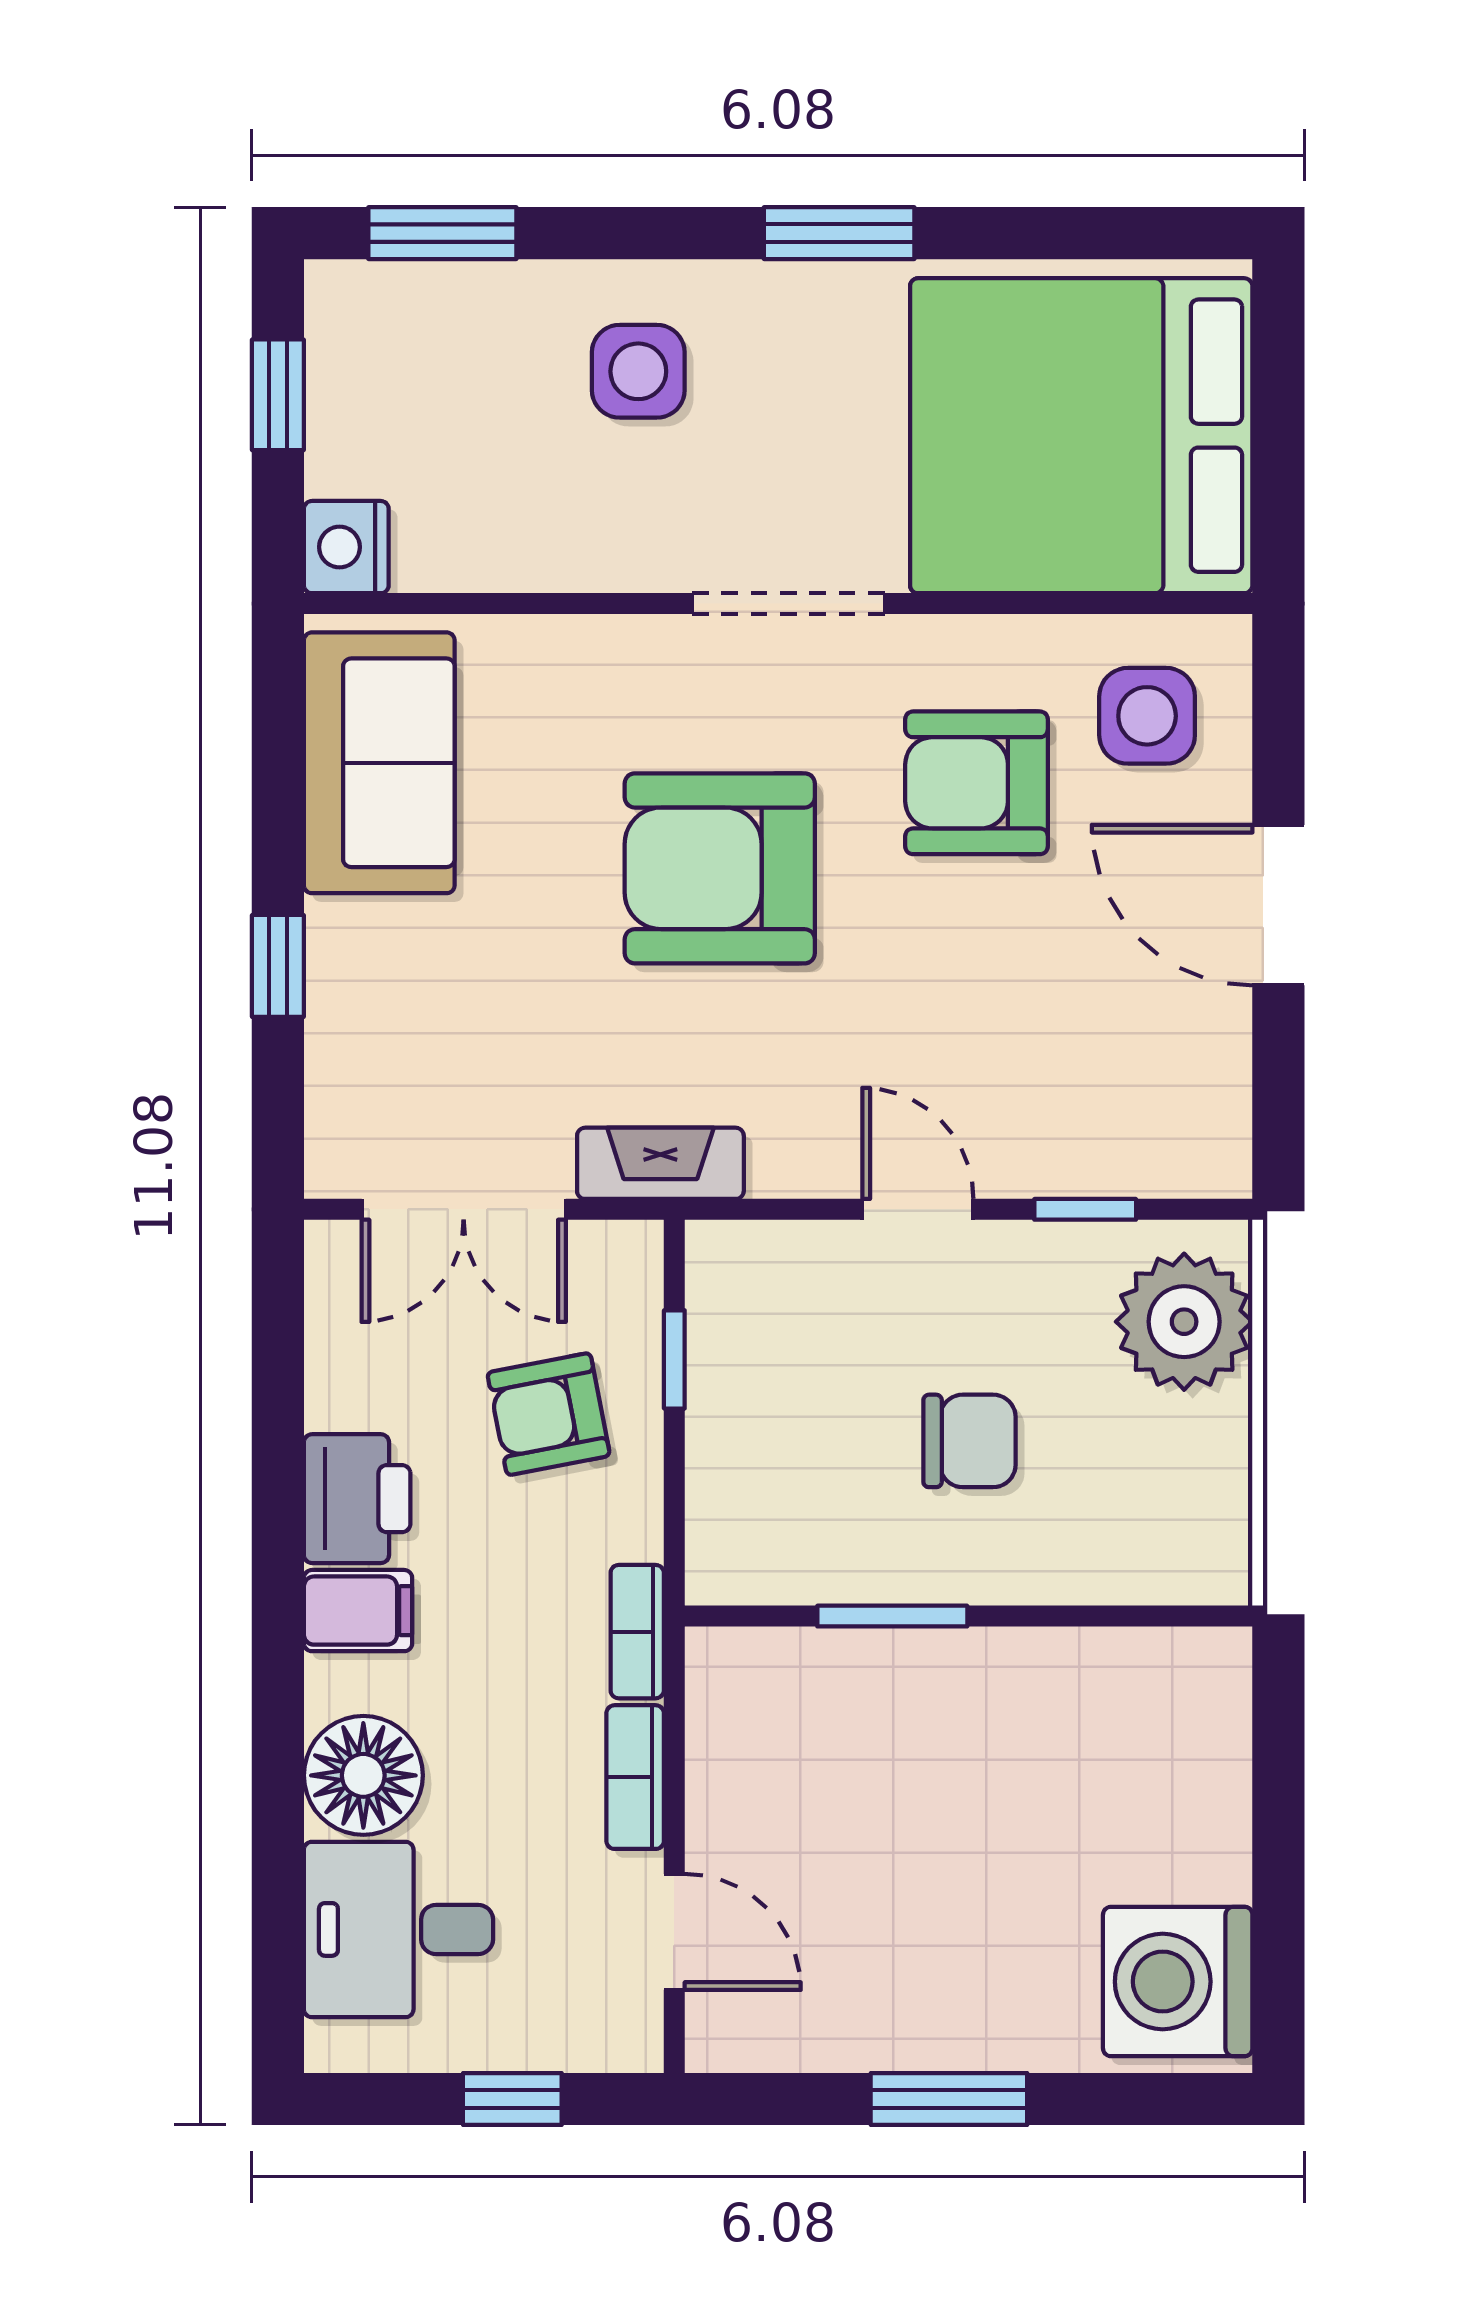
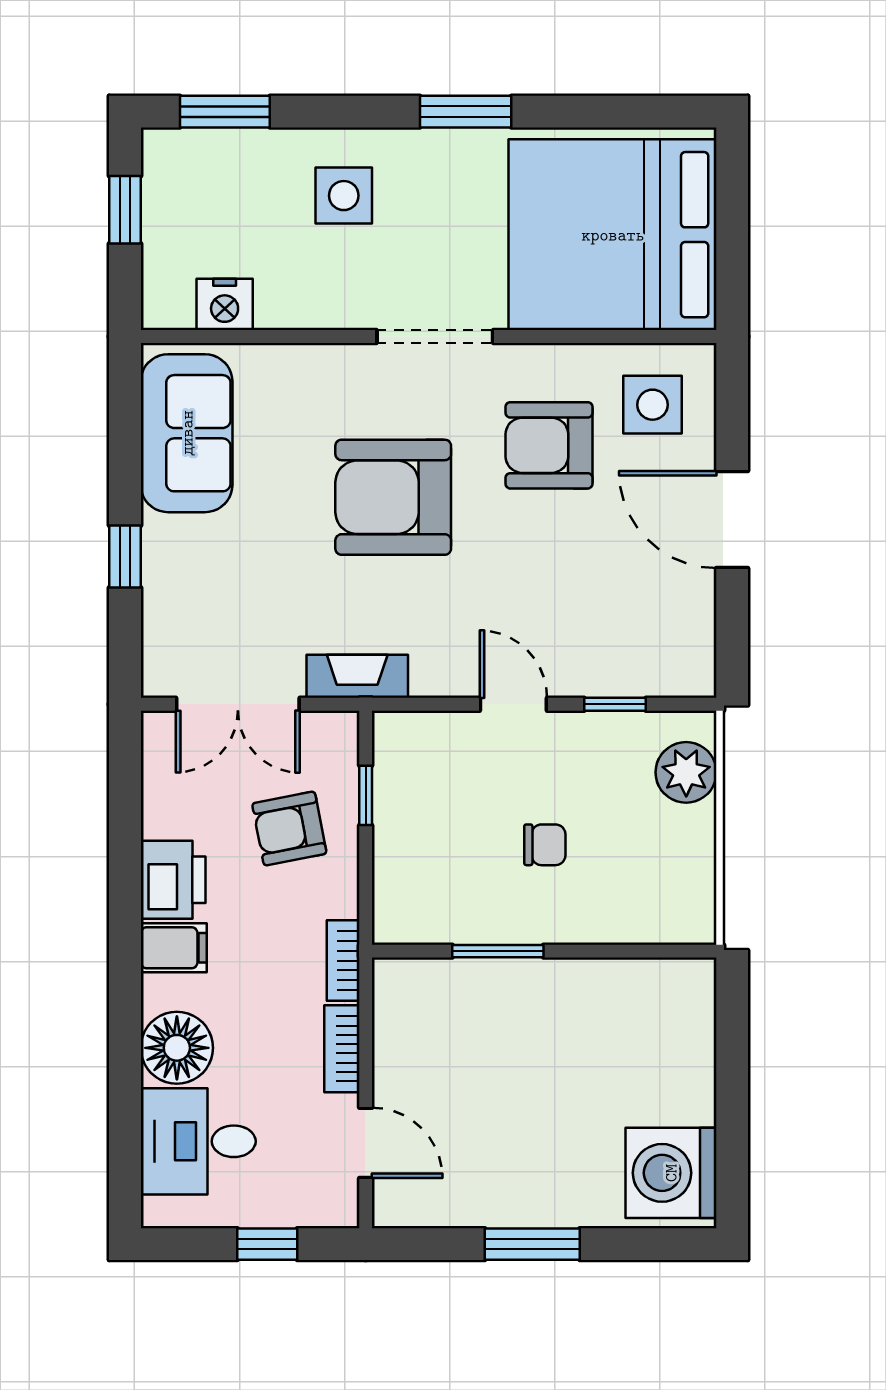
nightstand: (346, 547) -> (225, 304), moved, turned -90
plant: (1184, 1322) -> (686, 772), width x0.73, depth x0.73
chair: (970, 1441) -> (545, 845), width x0.73, depth x0.73

